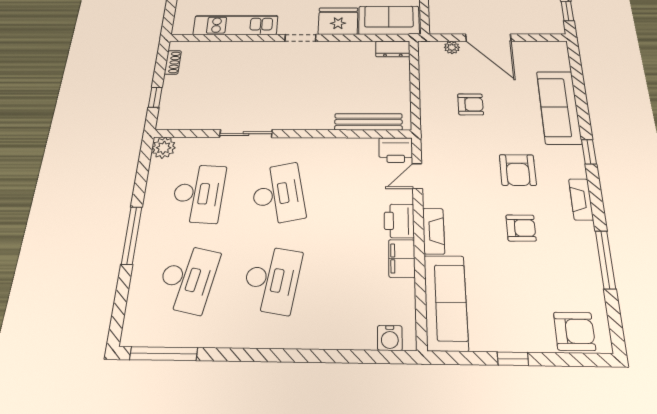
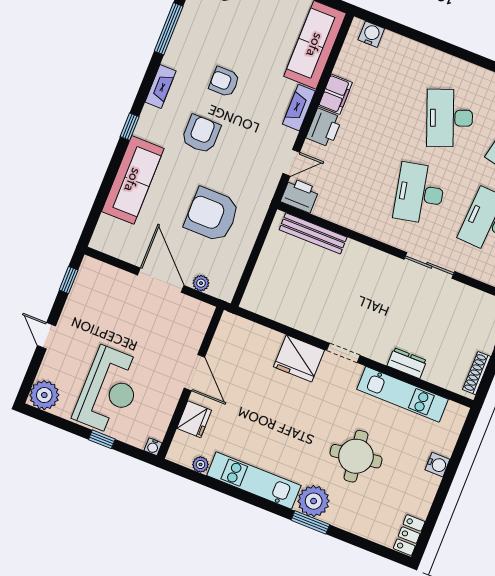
sofa: (389, 20) -> (248, 339), removed
dresser: (393, 49) -> (407, 363), moved
shoe rack: (173, 62) -> (477, 373), width x1.43
armchair: (471, 104) -> (212, 215), width x1.88, depth x1.88
desk: (272, 280) -> (450, 118), turned -30

